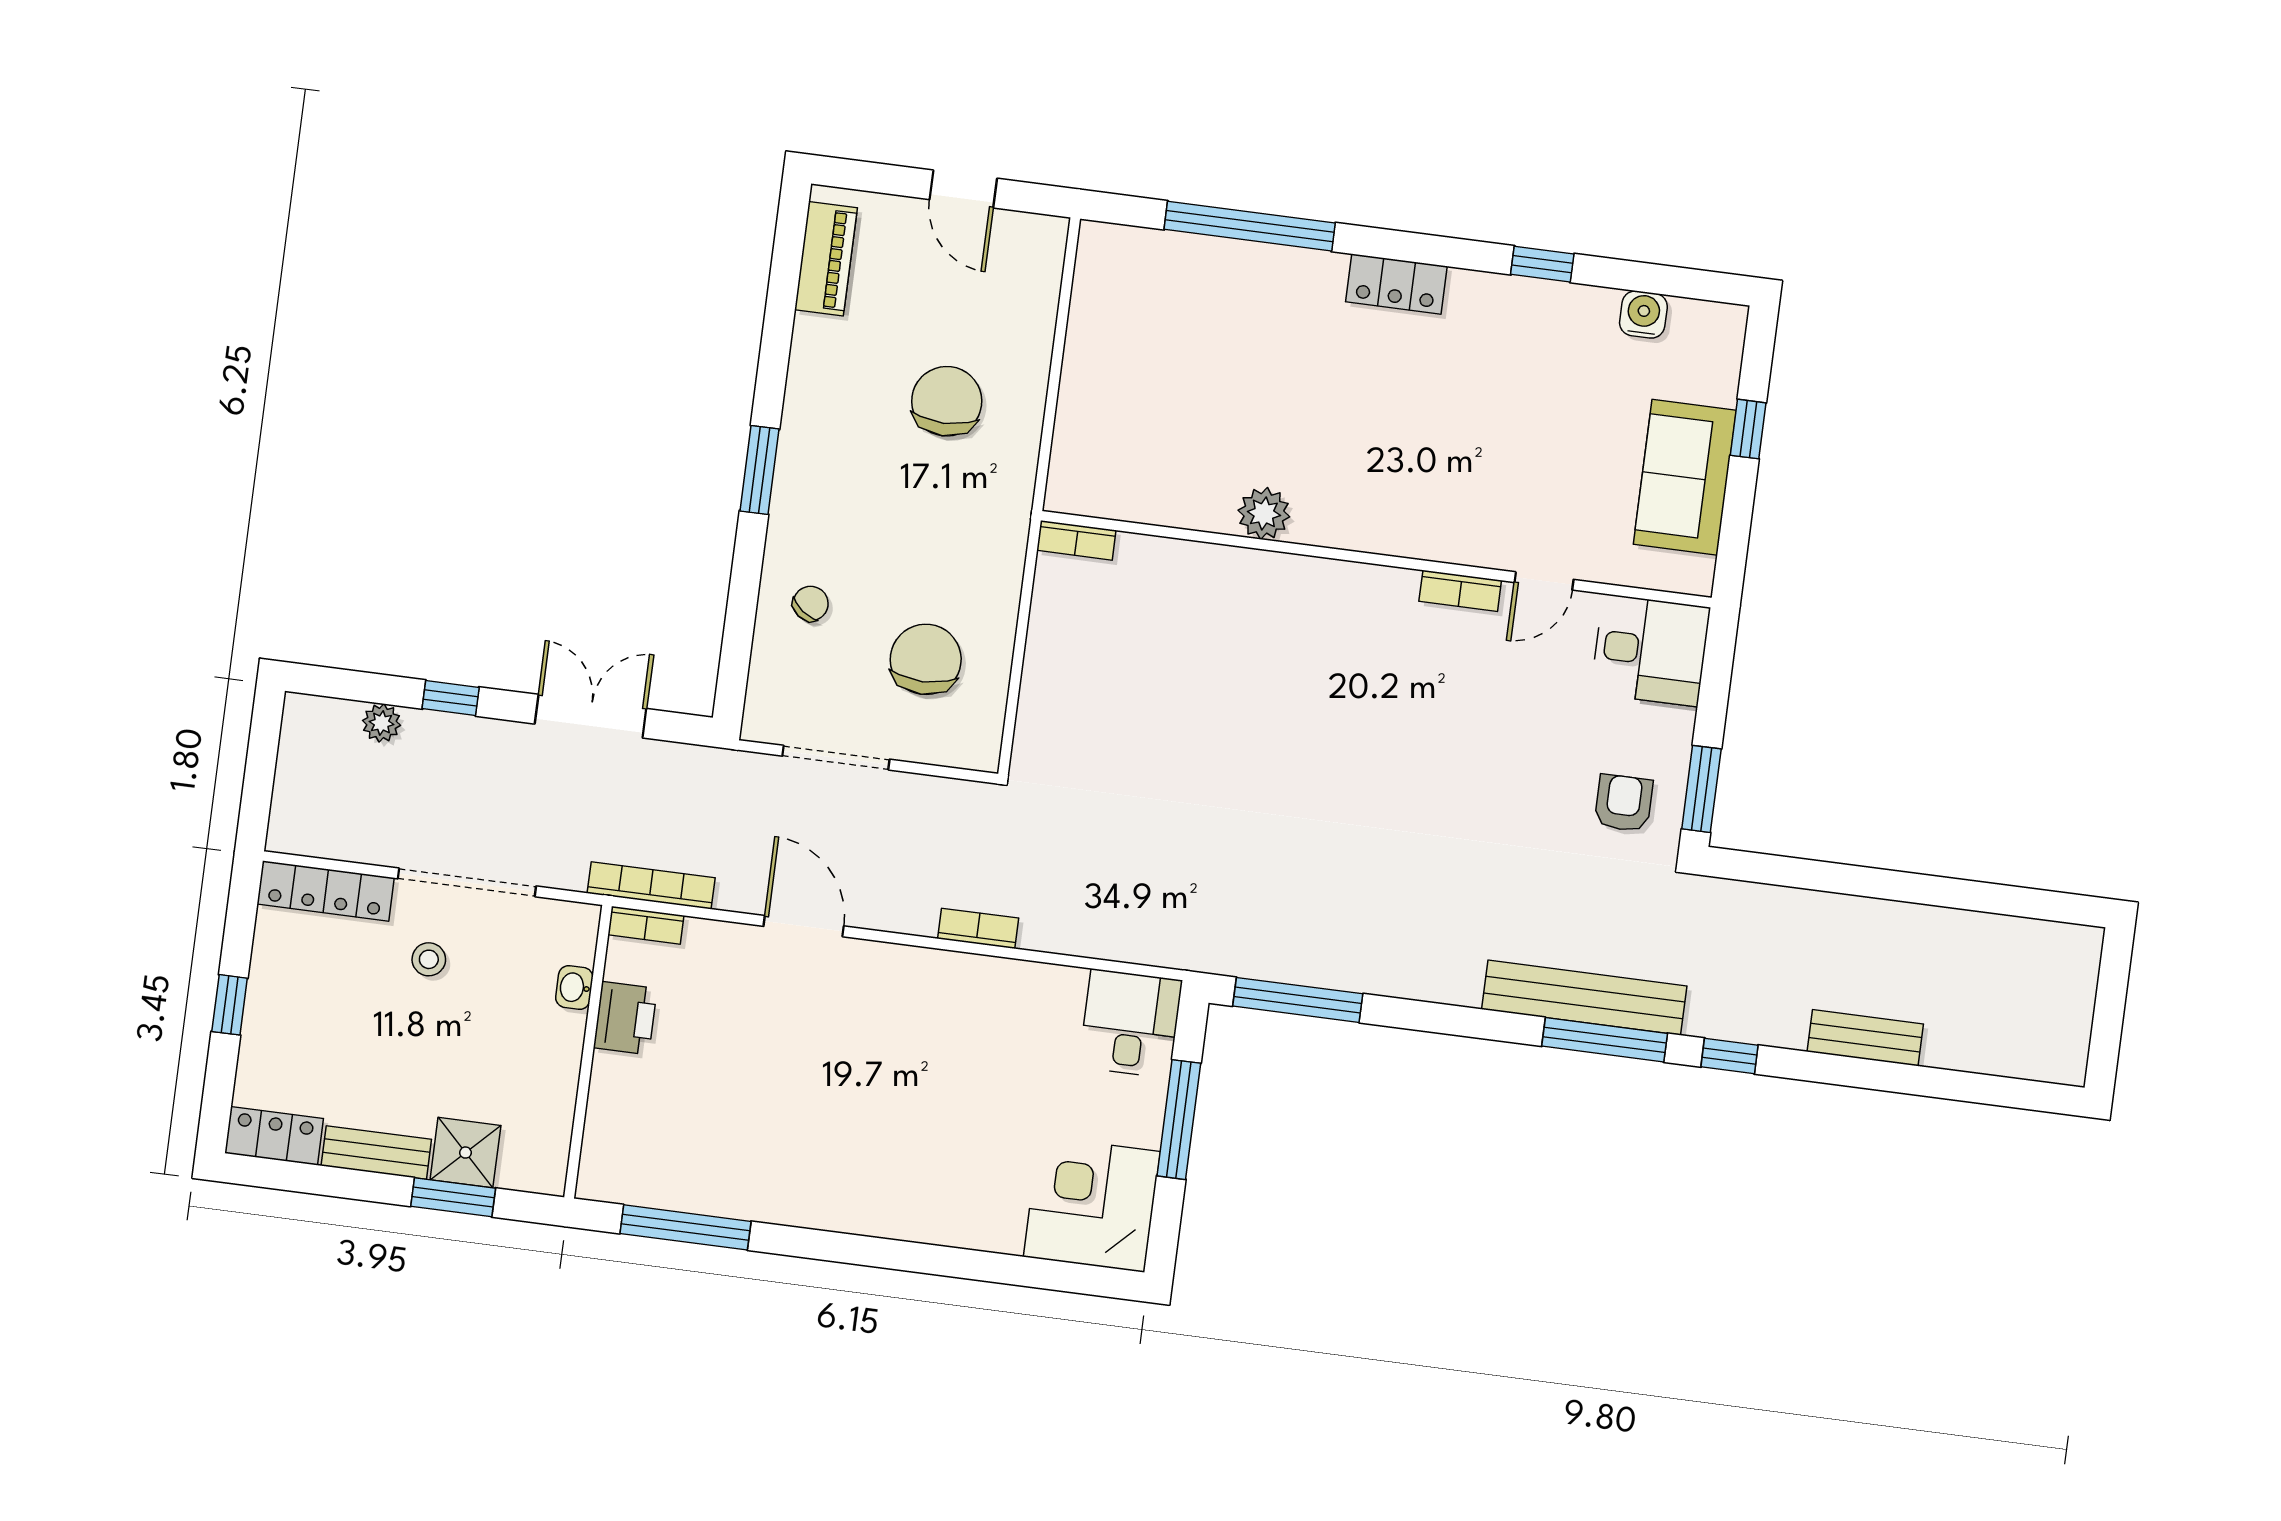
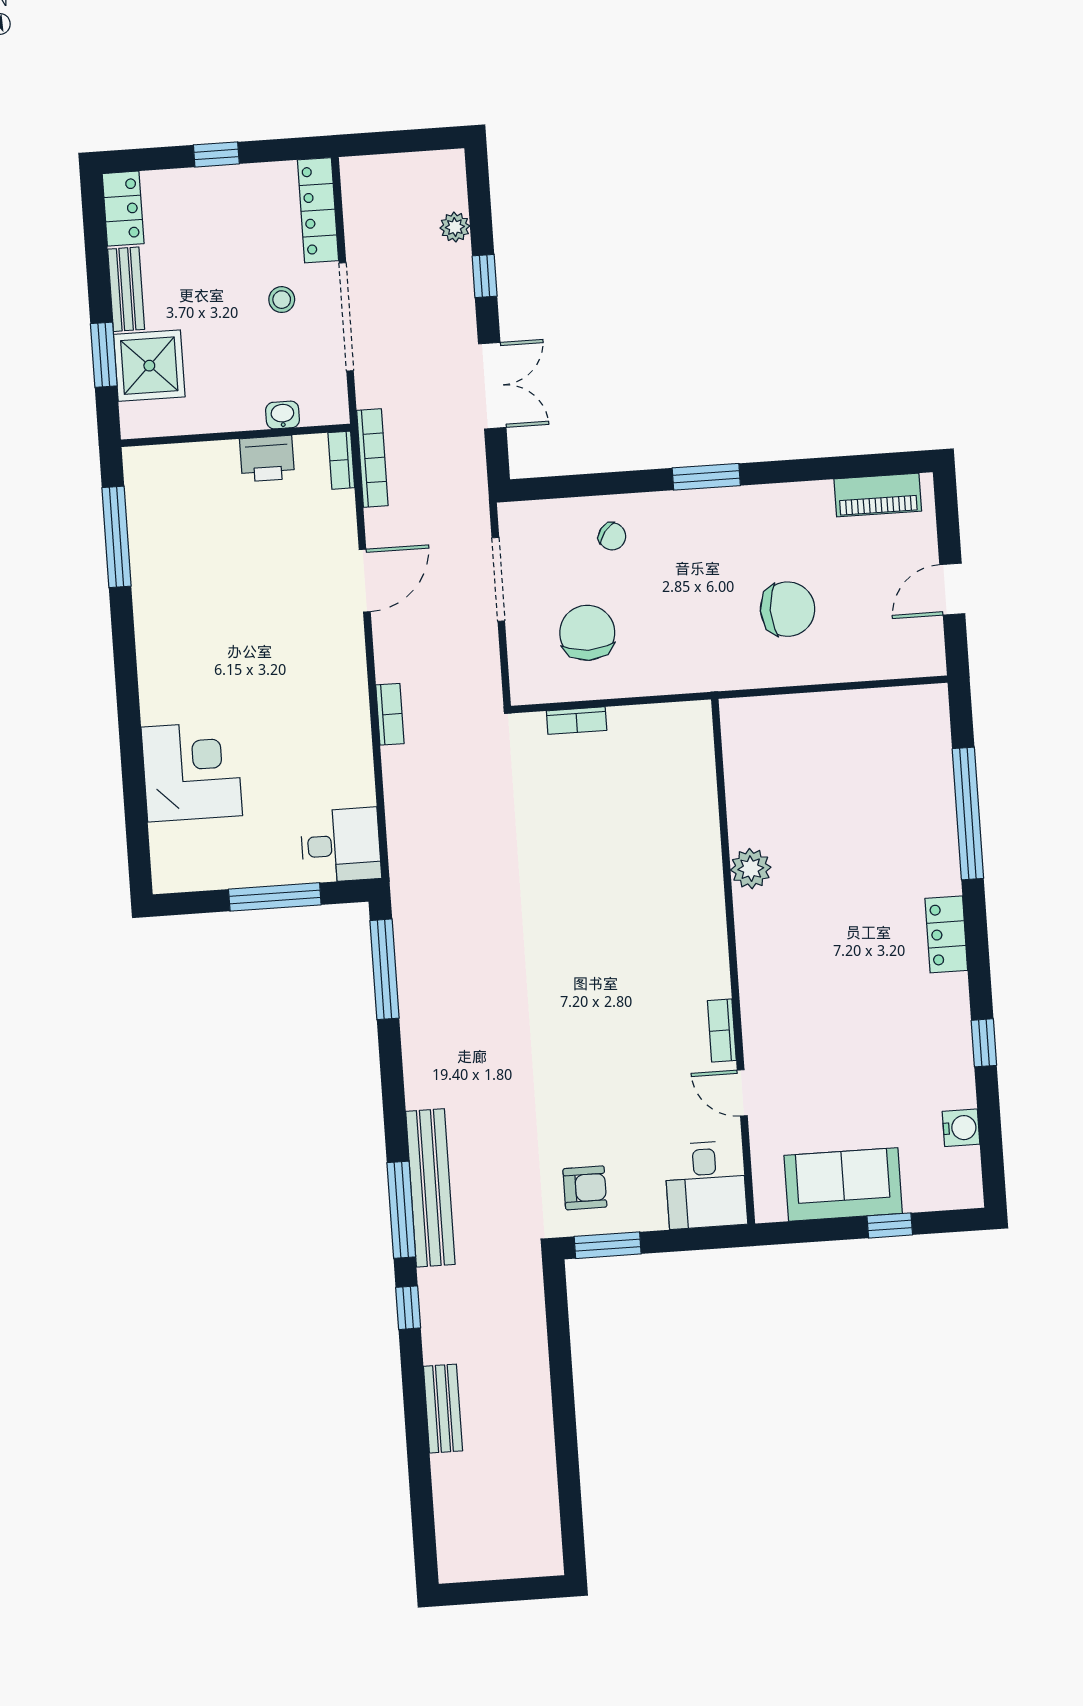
bookcase: (1076, 540) -> (577, 721), moved, turned -90
chair: (926, 659) -> (587, 633), turned -90
shower: (465, 1153) -> (149, 366), width x1.36, depth x1.36
corner desk: (1092, 1204) -> (192, 771), moved

